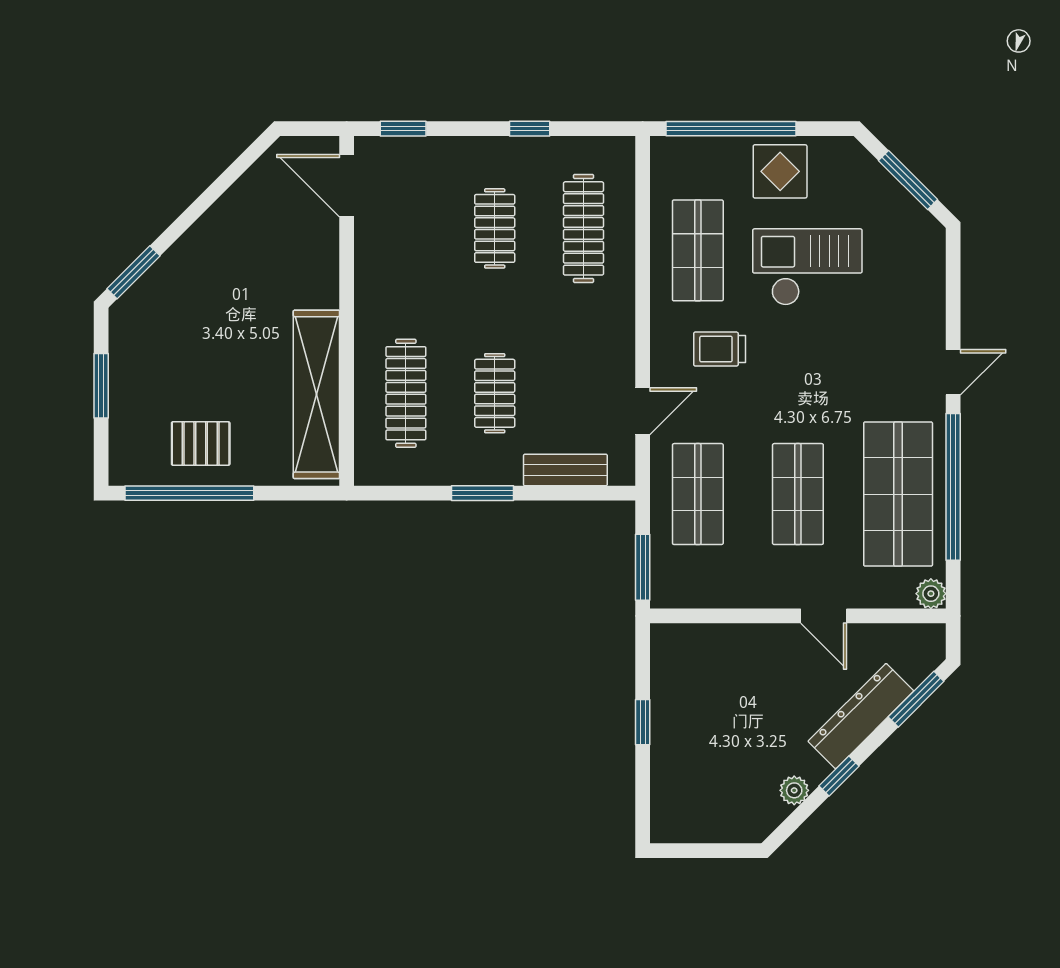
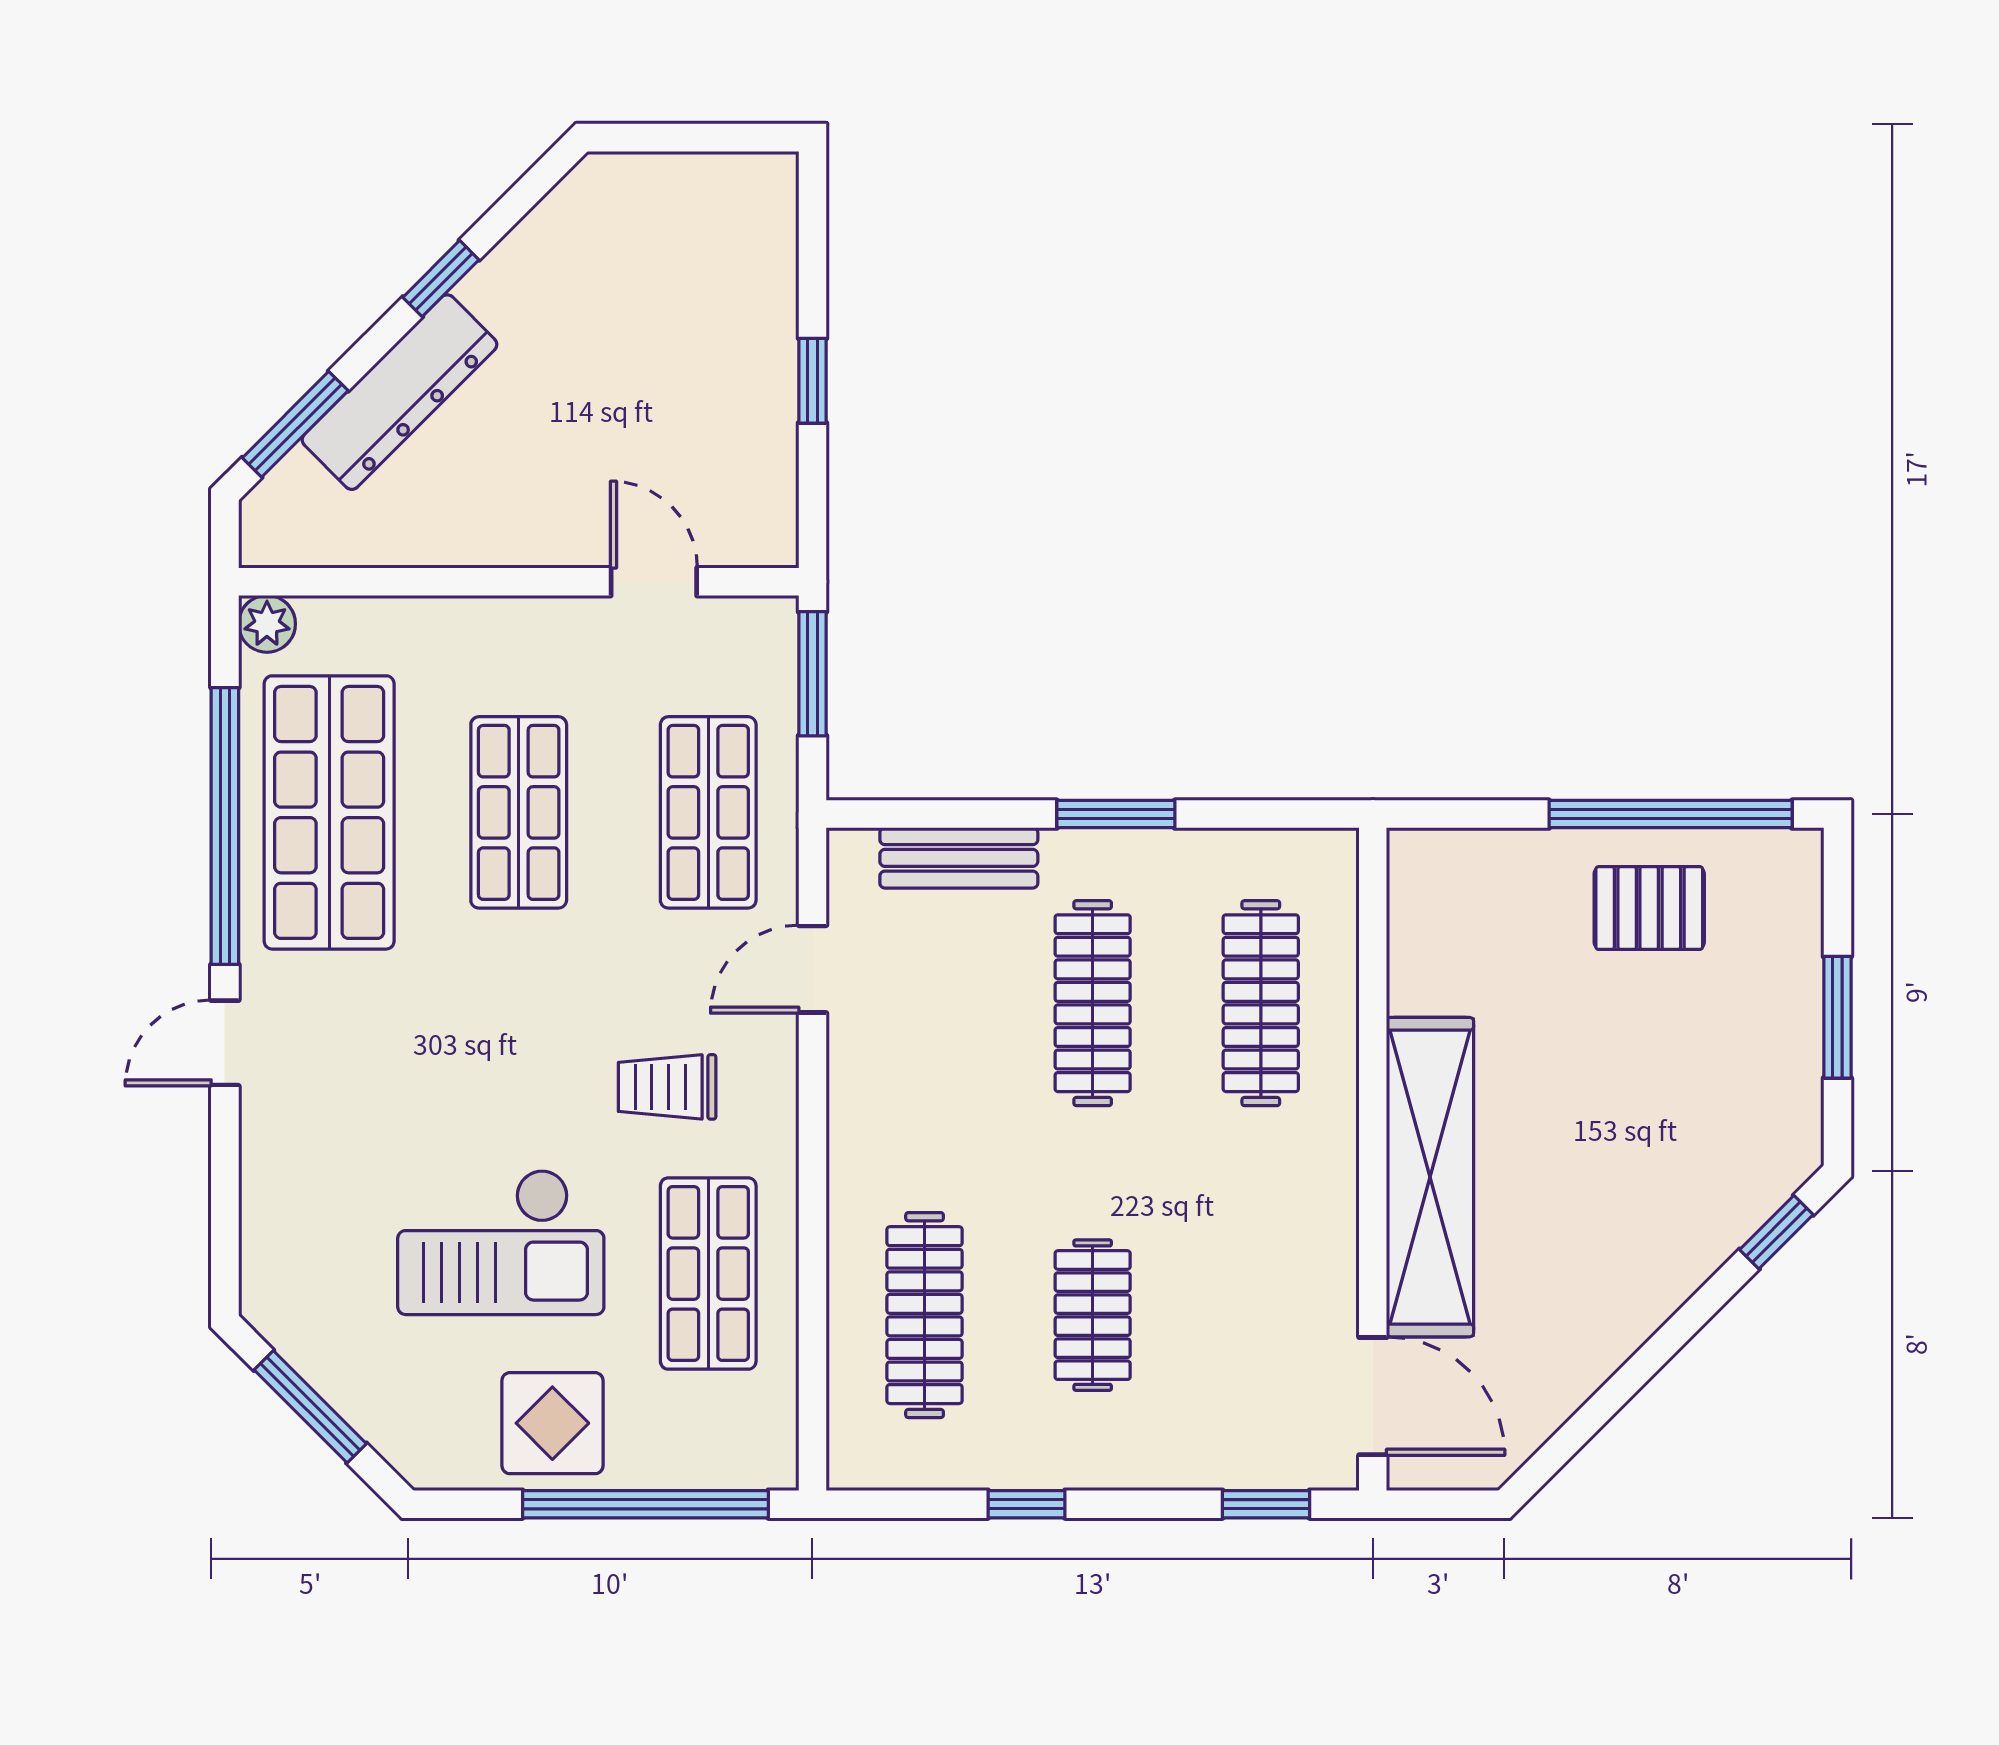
window: (133, 272) -> (1776, 1232), width x0.67
trolley: (720, 349) -> (667, 1087), turned 180
clothes rail: (495, 393) -> (1093, 1003), width x1.36
shelving: (316, 394) -> (1430, 1177), moved
door: (824, 616) -> (654, 582), moved
plant: (794, 790) -> (526, 252), removed

